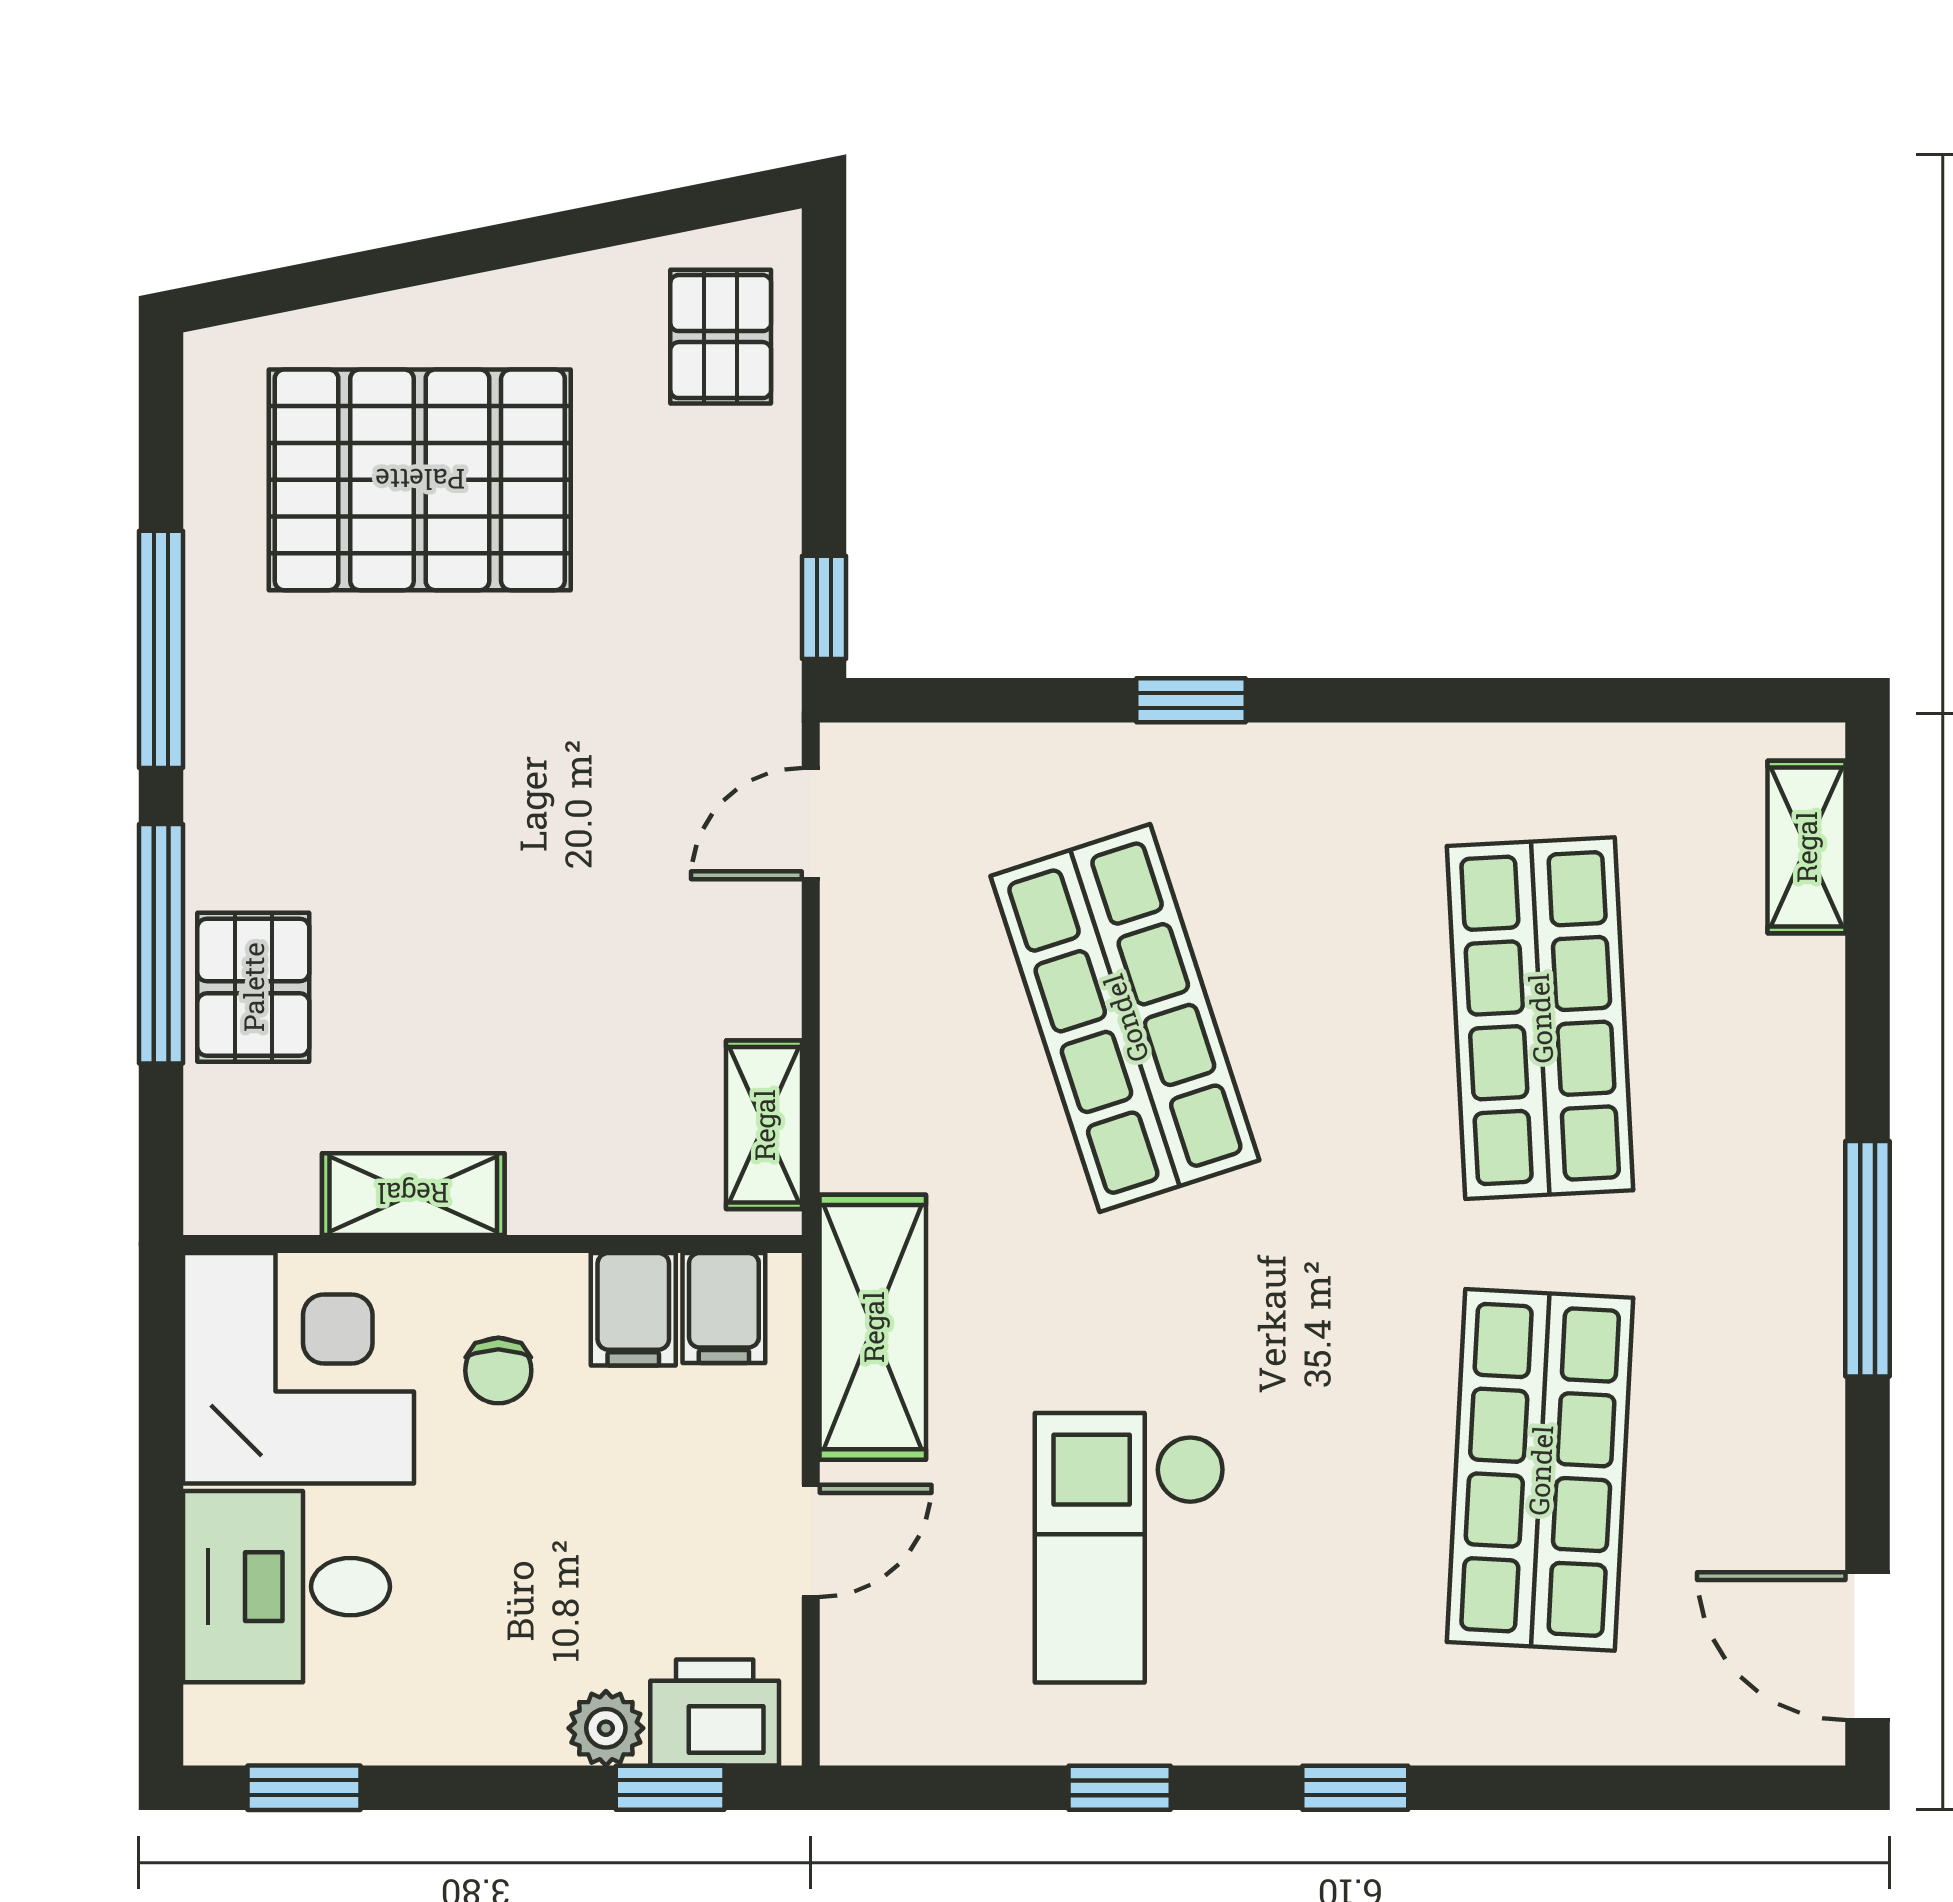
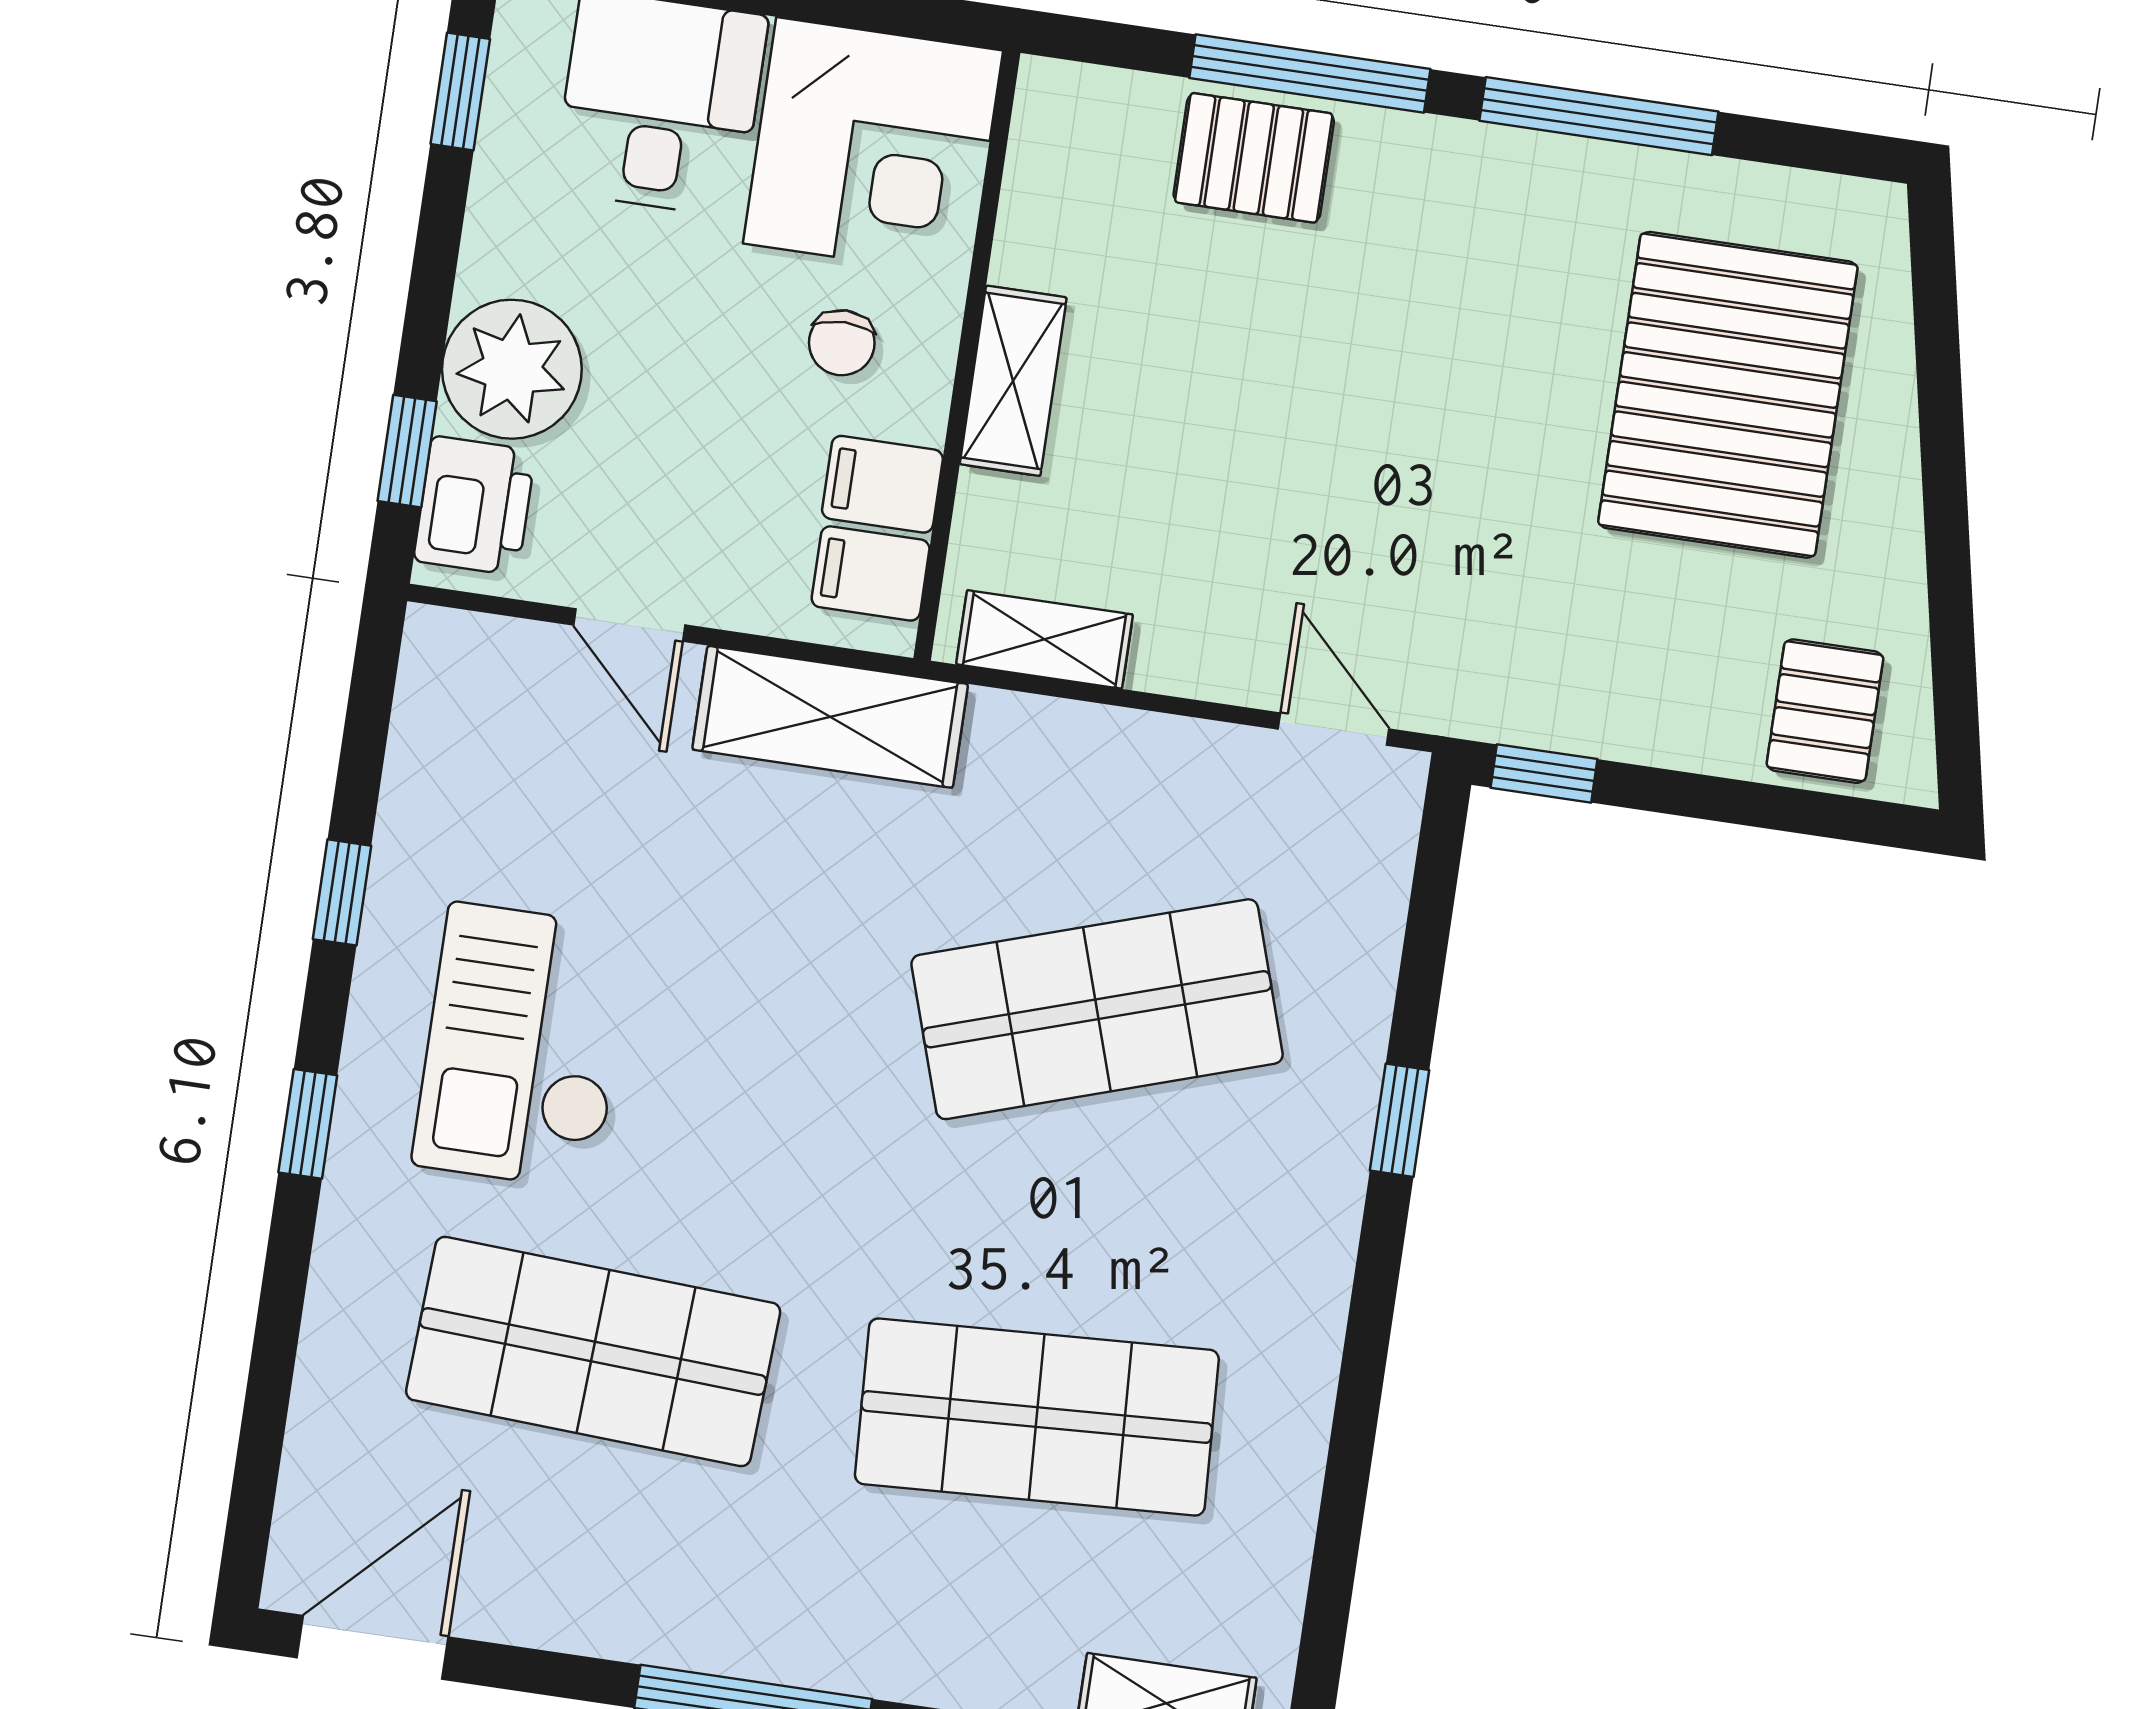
pallet: (721, 337) -> (1825, 711), turned 90
shelving: (413, 1194) -> (1013, 381), moved
chair: (498, 1371) -> (842, 343), turned -90
checkout: (1130, 1548) -> (523, 1046), moved, turned -90
plant: (606, 1728) -> (512, 369), width x1.88, depth x1.88

